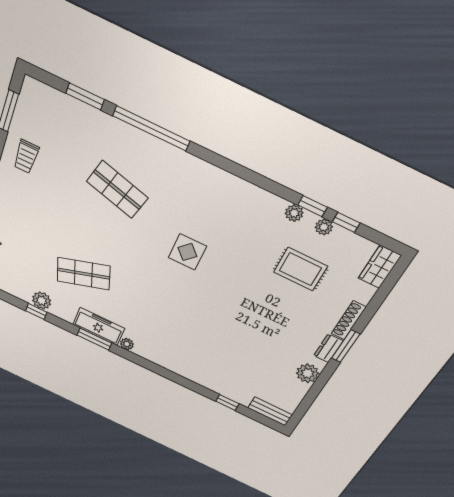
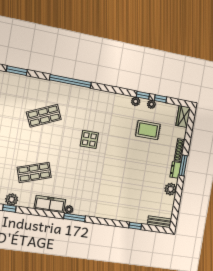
window: (151, 128) -> (70, 81), moved
shop shelf: (117, 190) -> (44, 116), turned -39
window: (94, 339) -> (75, 217), moved

